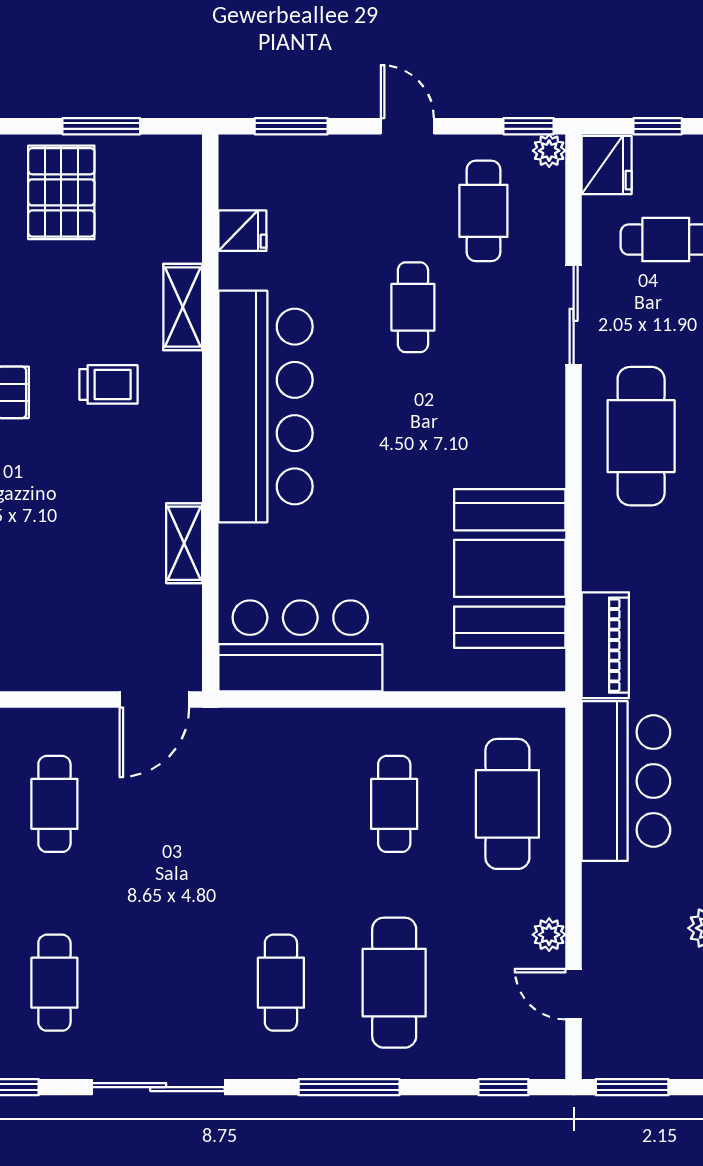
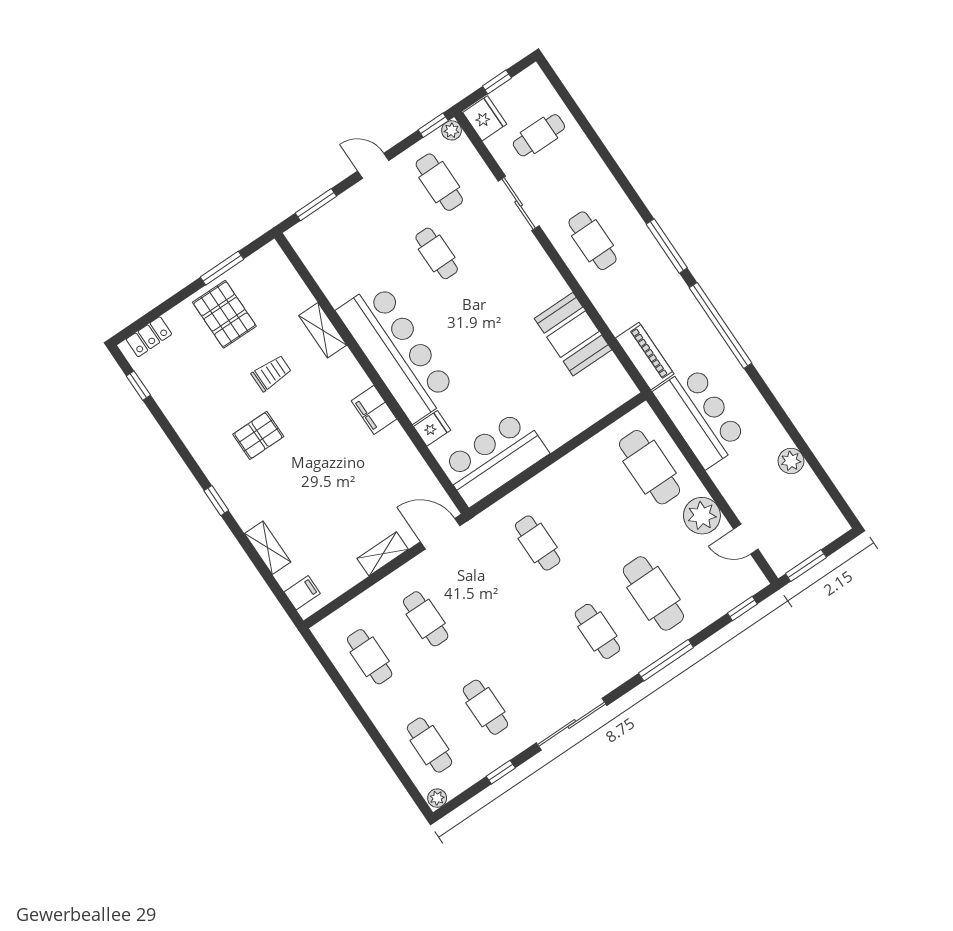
fridge: (242, 231) -> (432, 428), moved
trolley: (108, 384) -> (271, 373), moved
cafe table: (641, 436) -> (593, 241), width x0.73, depth x0.74
filing cabinet: (179, 466) -> (374, 410), added
shelving: (184, 543) -> (383, 554), moved, turned 90
booth: (510, 568) -> (573, 334), width x0.73, depth x0.70
door: (154, 699) -> (440, 534), swing flipped
cafe table: (394, 804) -> (538, 543), moved
plant: (549, 935) -> (702, 516), width x1.87, depth x1.87

